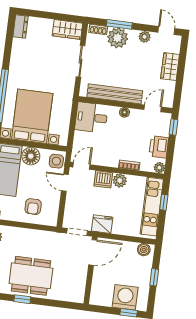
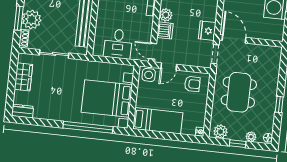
wardrobe: (67, 29) -> (23, 77), moved
floor lamp: (124, 112) -> (101, 12), removed
desk: (91, 117) -> (118, 44), moved
floor lamp: (31, 156) -> (144, 99), removed
armchair: (33, 207) -> (192, 84), moved
dining table: (31, 276) -> (239, 92), moved

